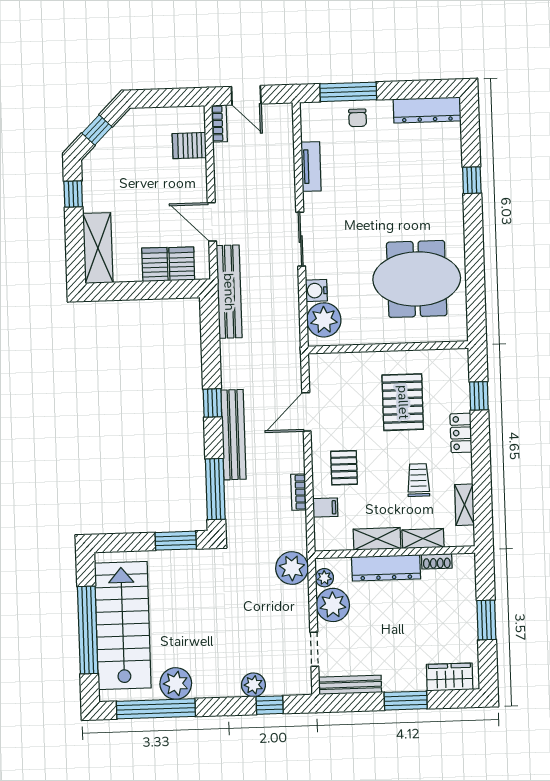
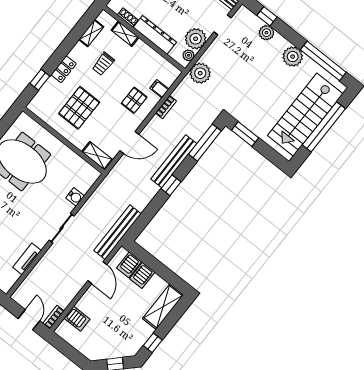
plant: (324, 320) -> (83, 180), removed
shelving: (377, 539) -> (97, 156), moved
plant: (176, 684) -> (293, 57), moved

